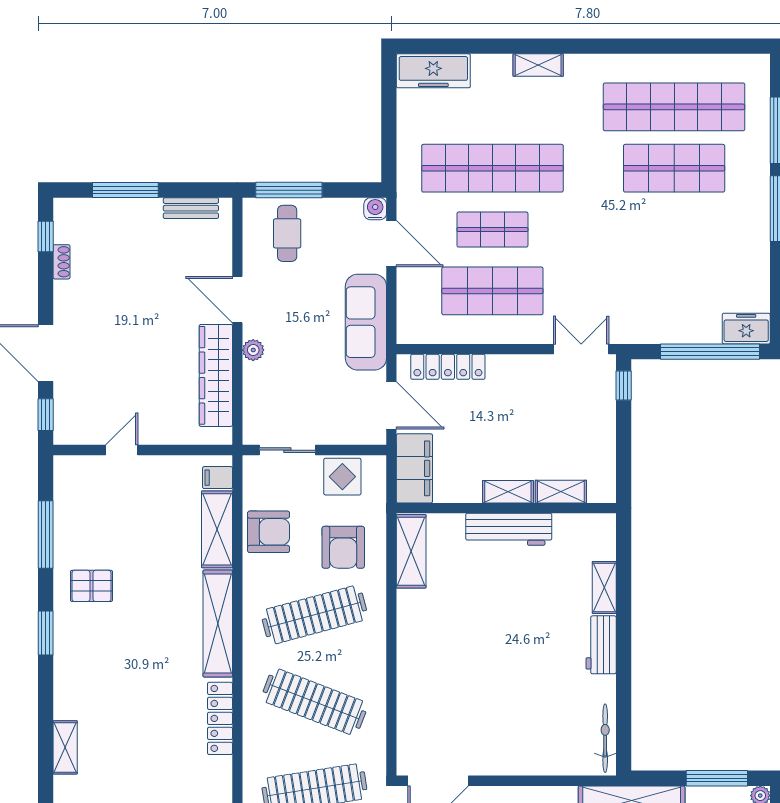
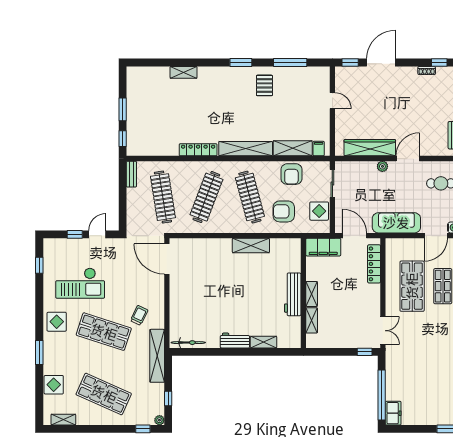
door: (391, 405) -> (355, 236), swing flipped
shelving: (411, 551) -> (251, 245), moved
window: (717, 778) -> (168, 398), width x0.46

